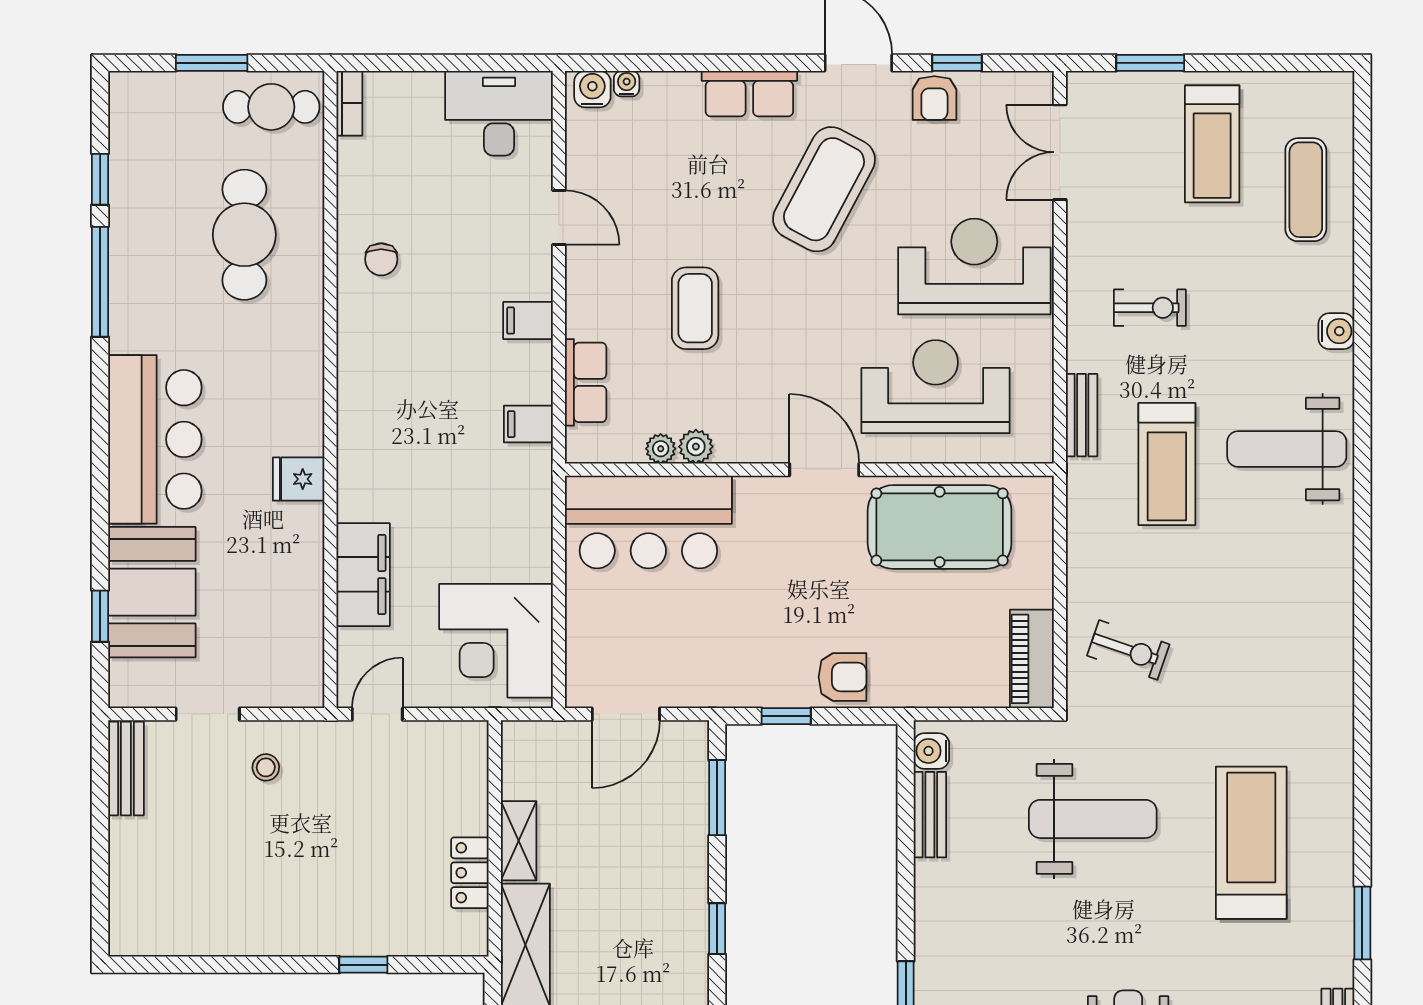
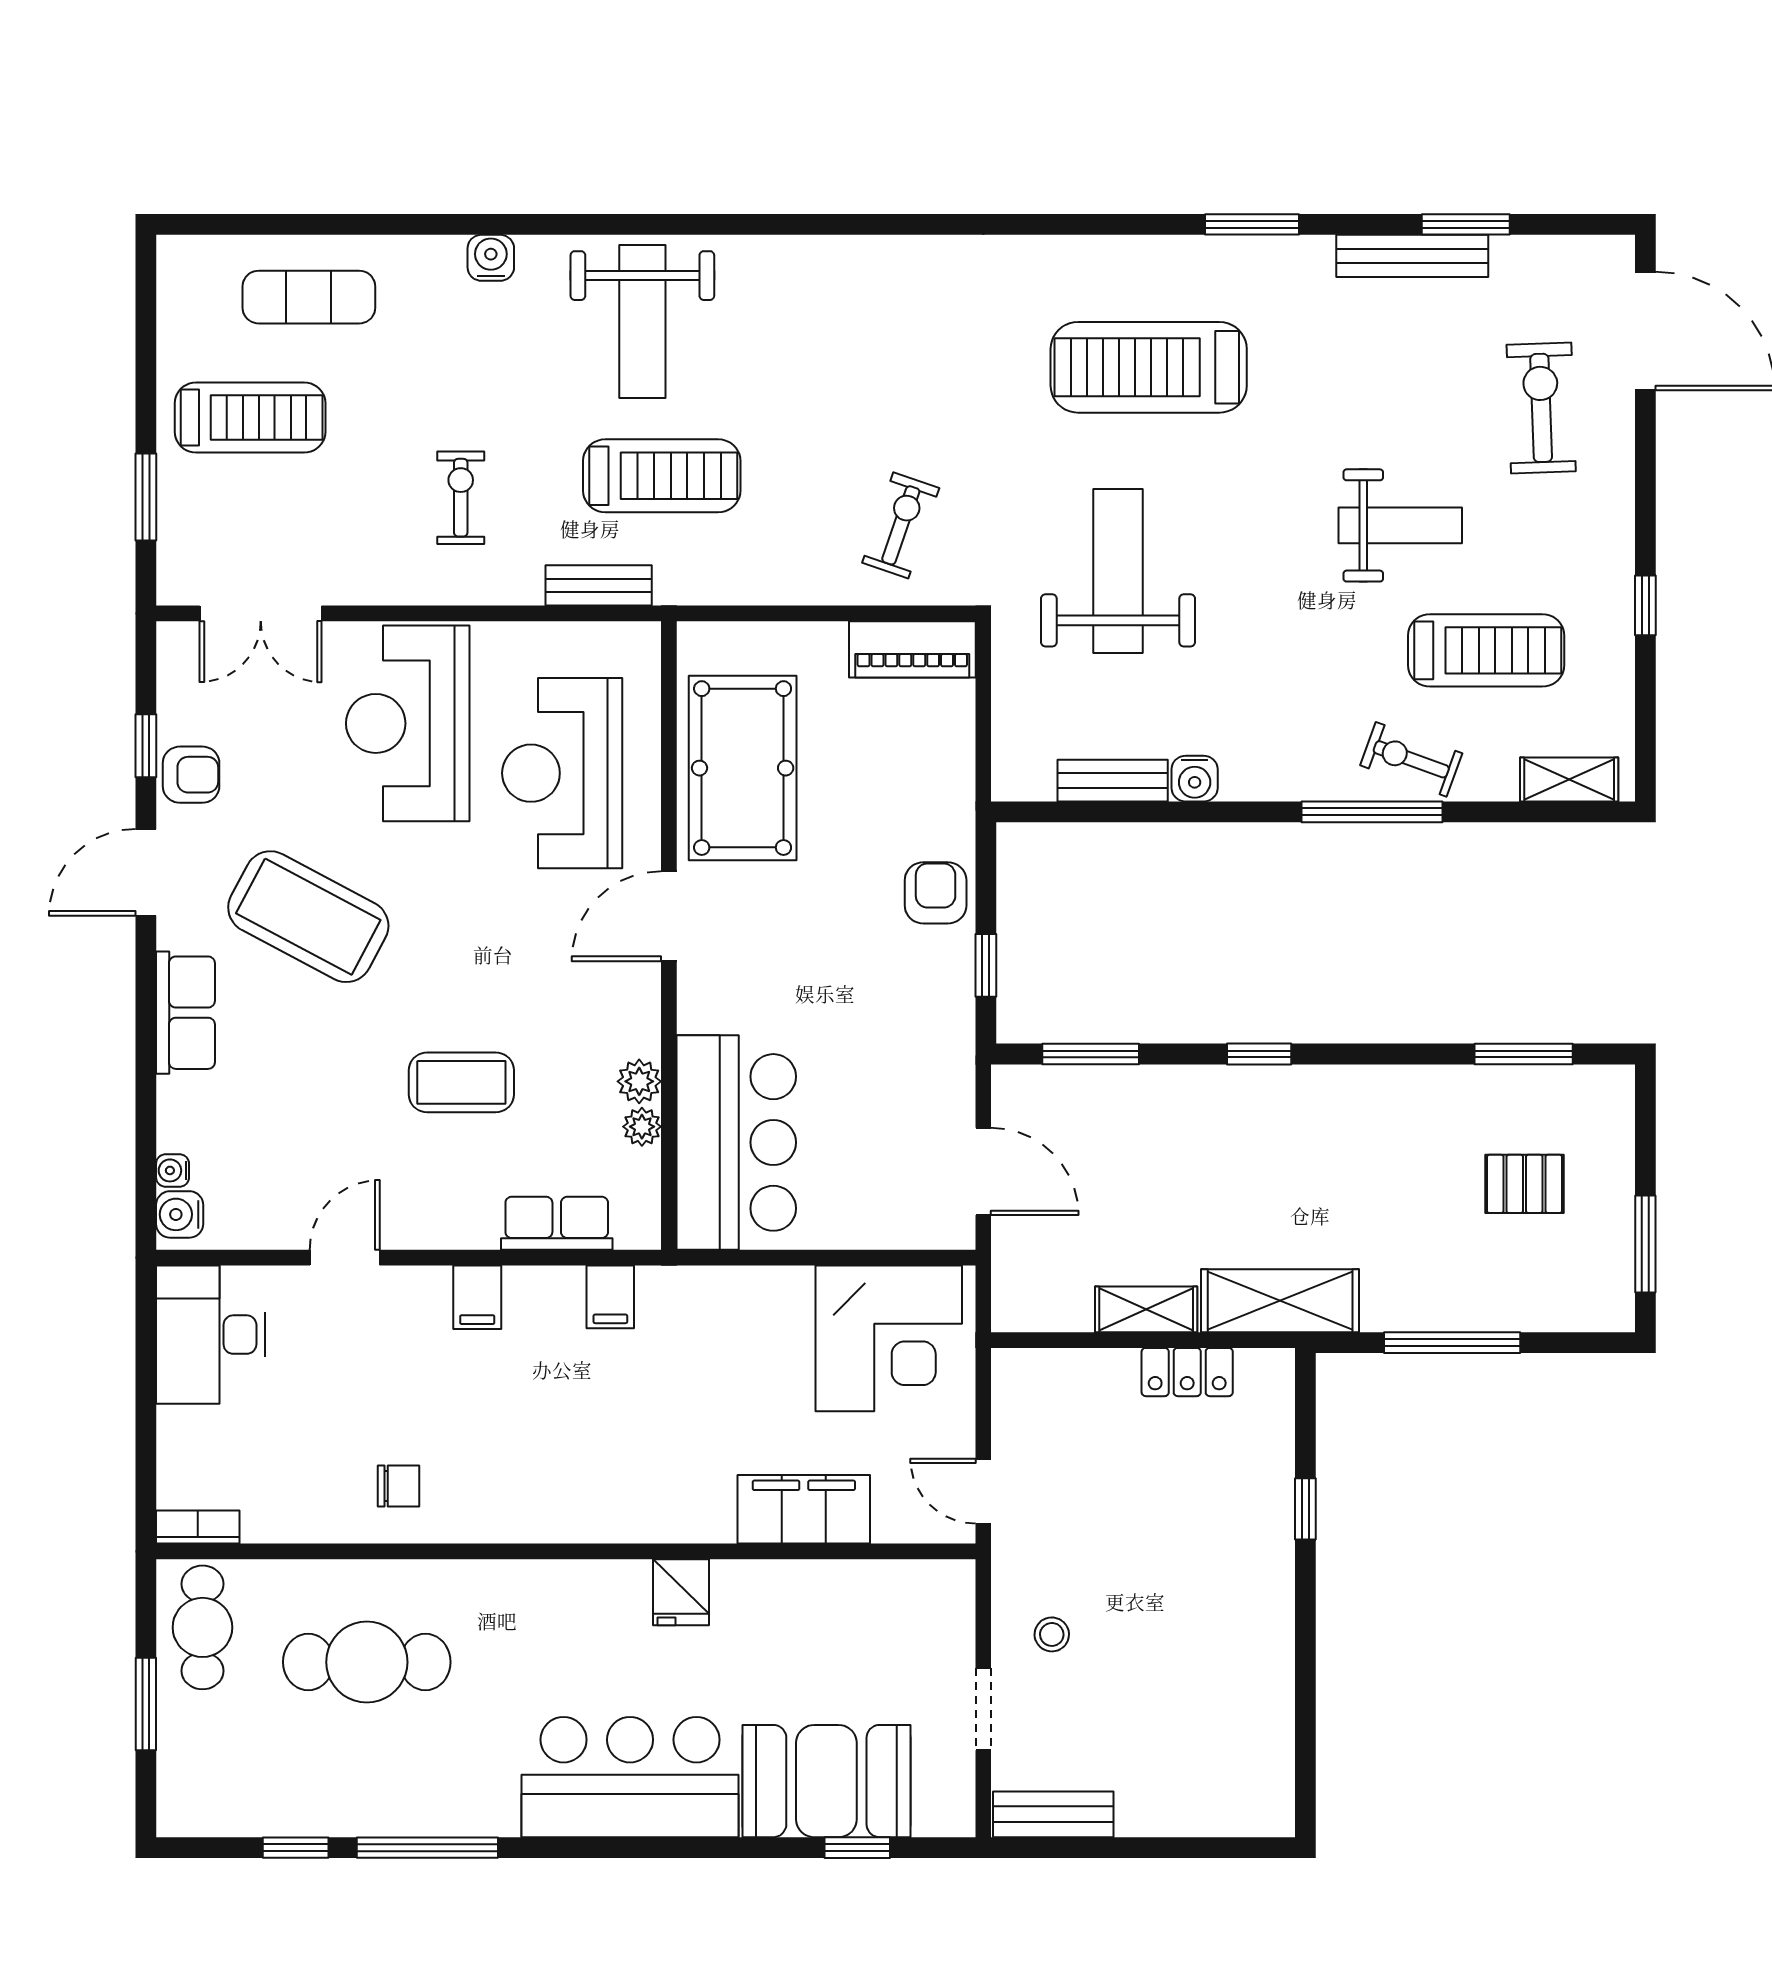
water cooler: (931, 751) -> (1195, 779), moved

